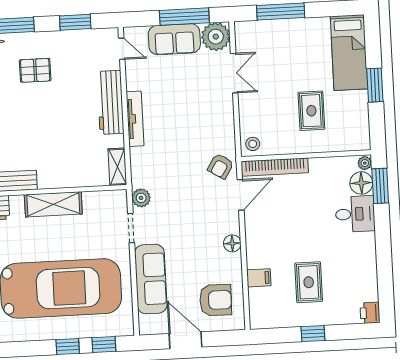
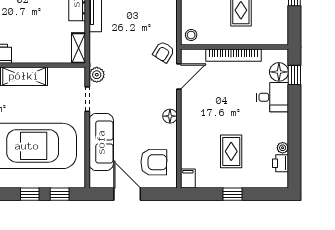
plant: (365, 163) -> (283, 148), moved
bookcase: (275, 167) -> (233, 55), moved
window: (380, 186) -> (294, 75), width x0.67
filing cabinet: (259, 278) -> (188, 178), moved, turned -90
printer: (370, 313) -> (280, 163), moved

